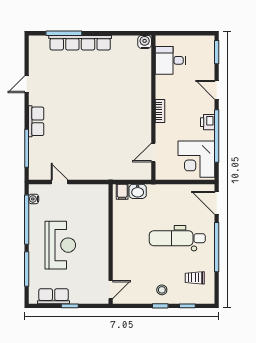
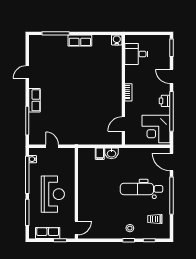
row of seats: (80, 43) -> (80, 41), width x0.50
wall: (111, 244) -> (76, 193), moved
door: (111, 290) -> (76, 228), moved

